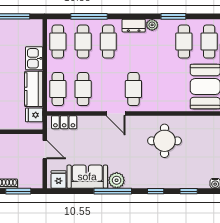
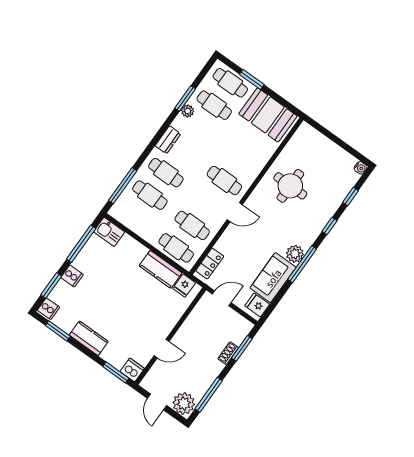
window: (89, 16) -> (123, 186), moved
plant: (152, 25) -> (188, 111), moved
cafe table: (58, 42) -> (134, 218), removed
kitchen sink: (34, 58) -> (109, 232), moved

